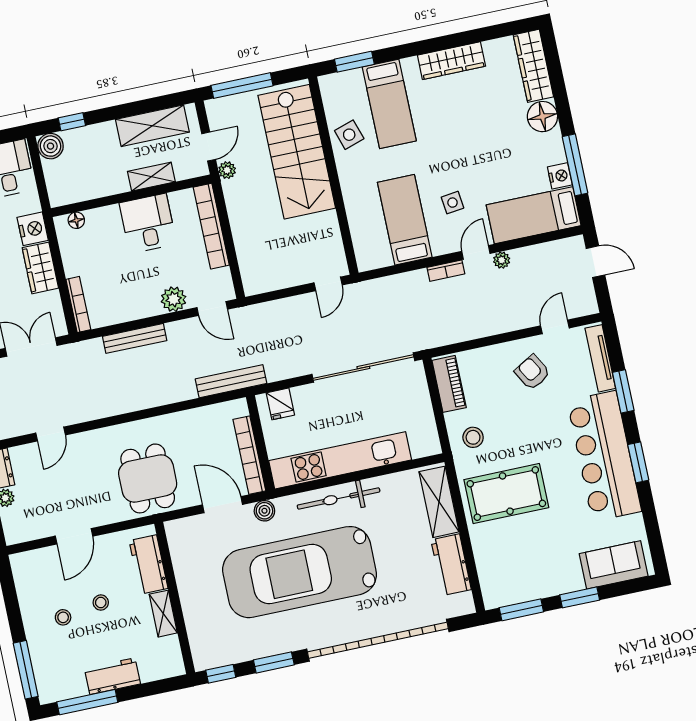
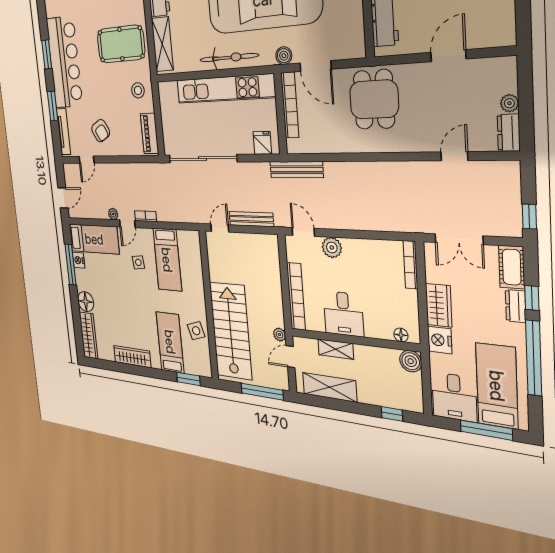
boiler: (51, 146) -> (411, 361), moved
door: (596, 262) -> (63, 198), swing flipped
bench: (135, 338) -> (251, 219), moved

